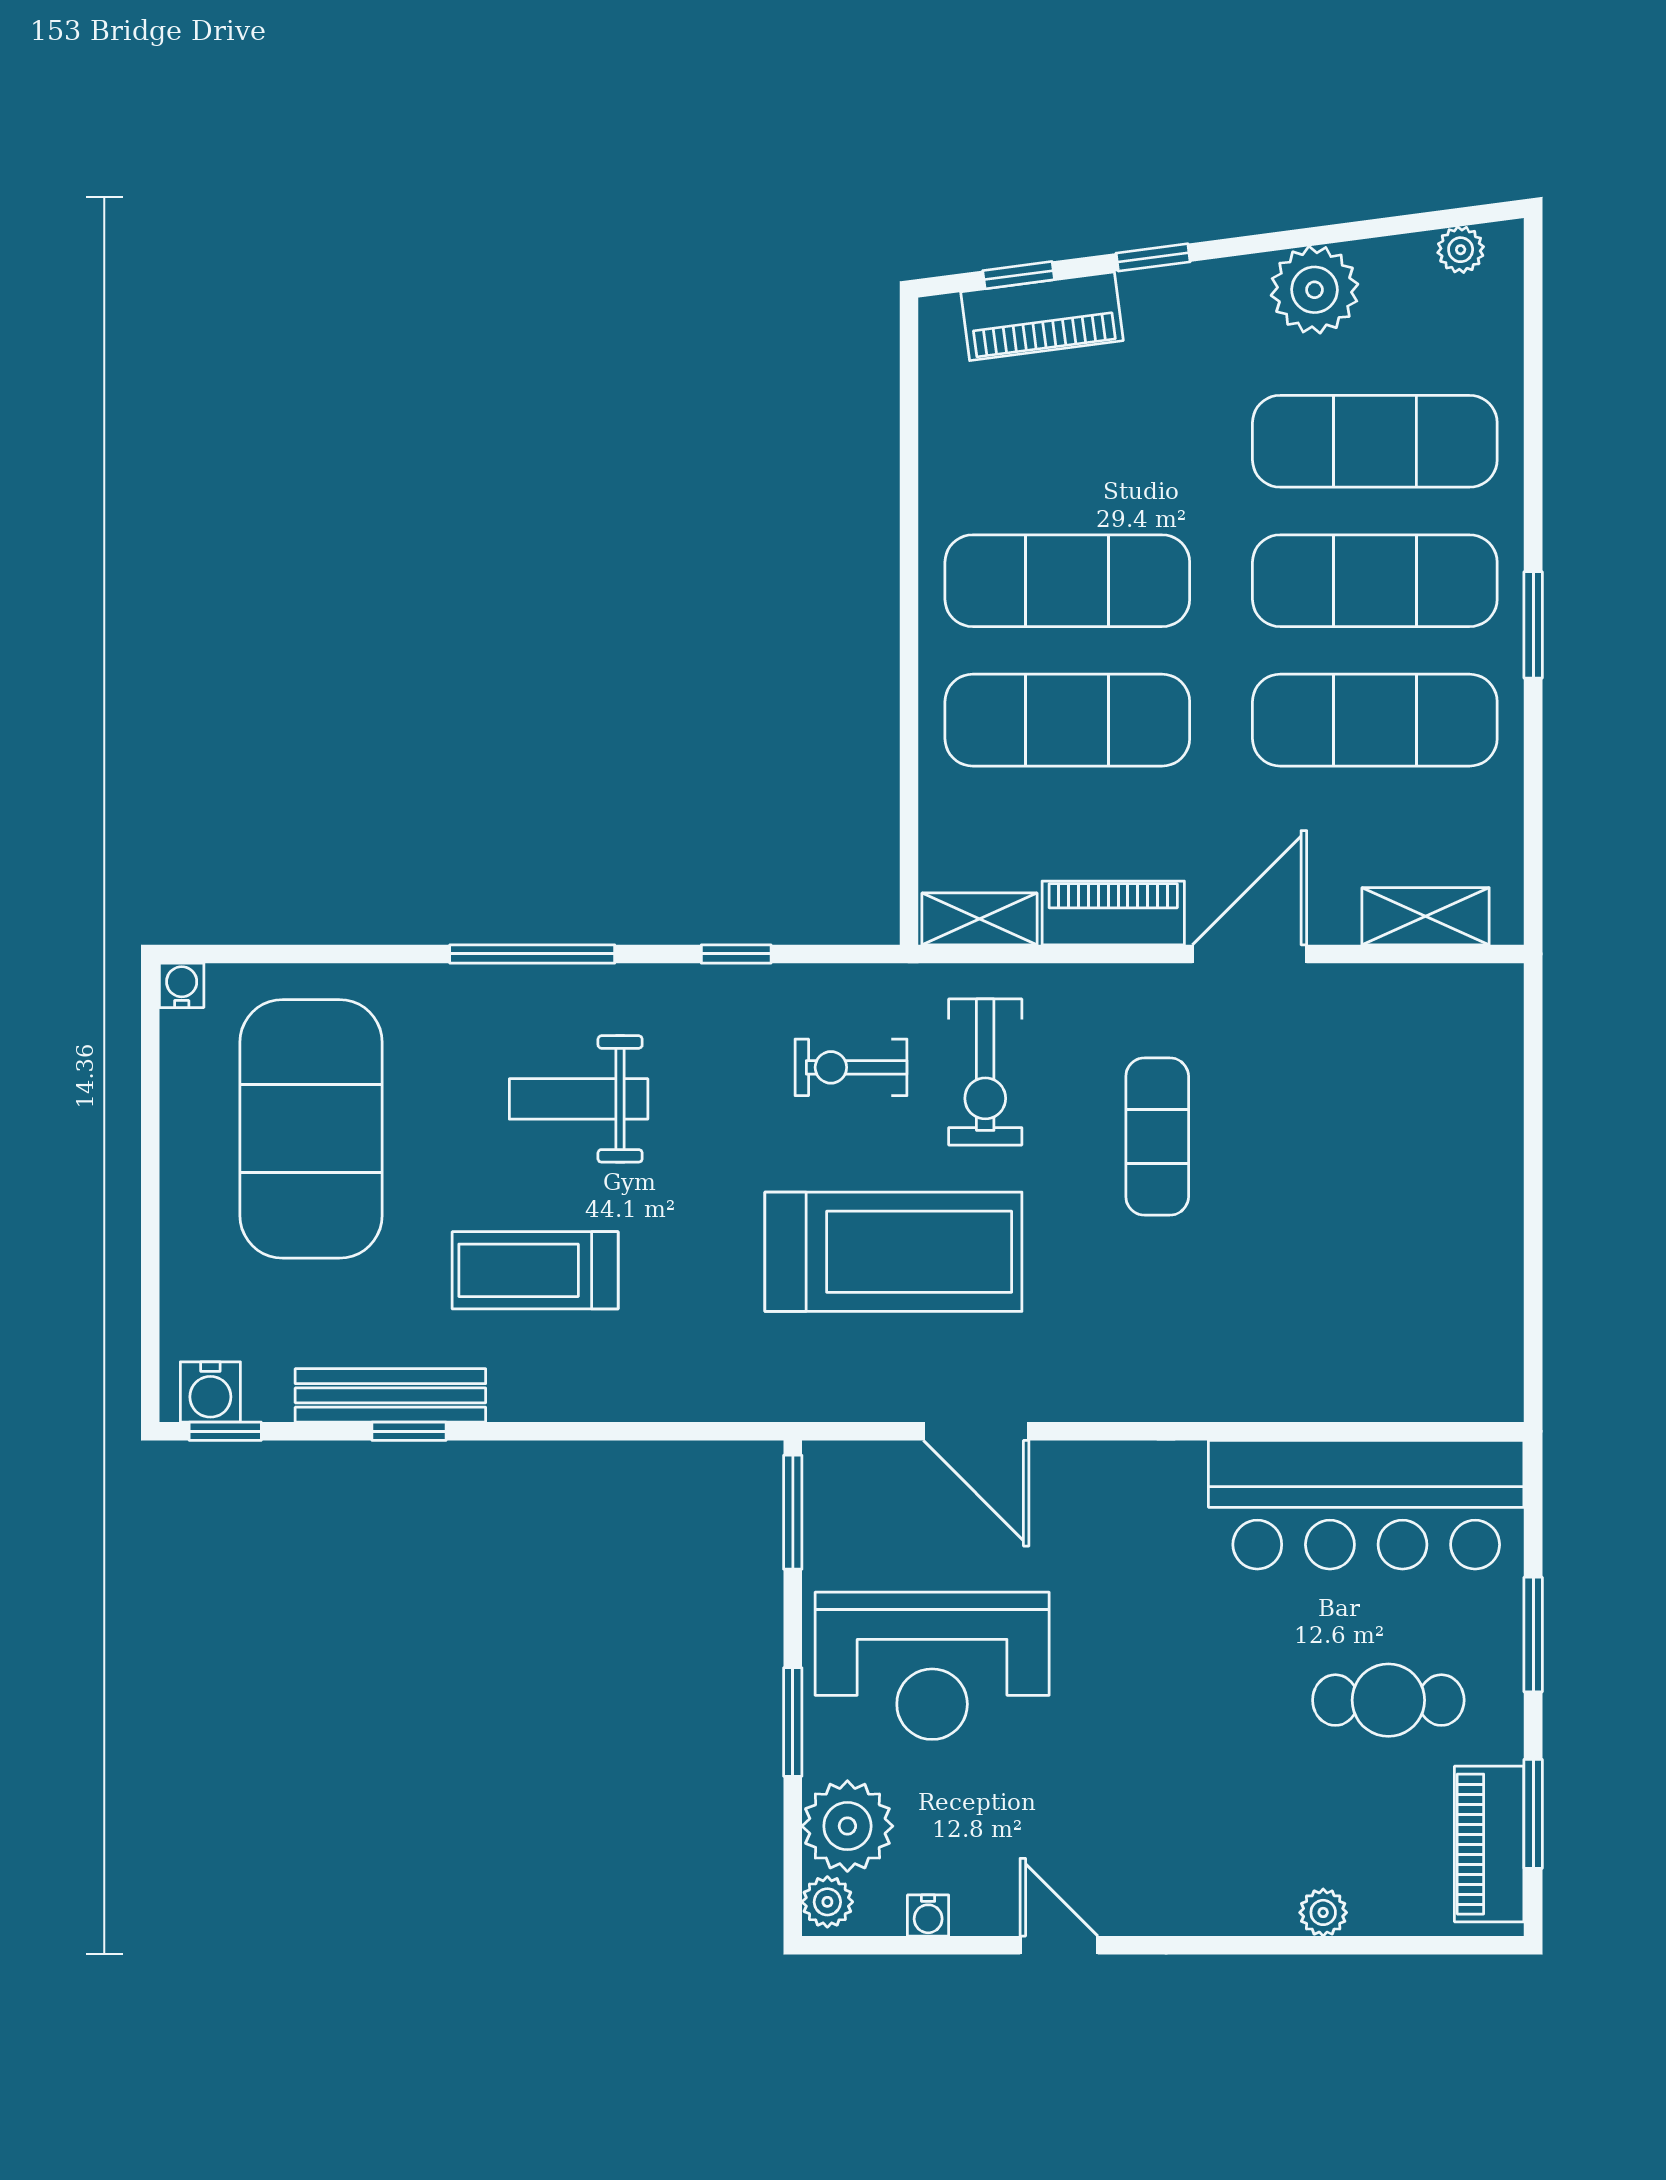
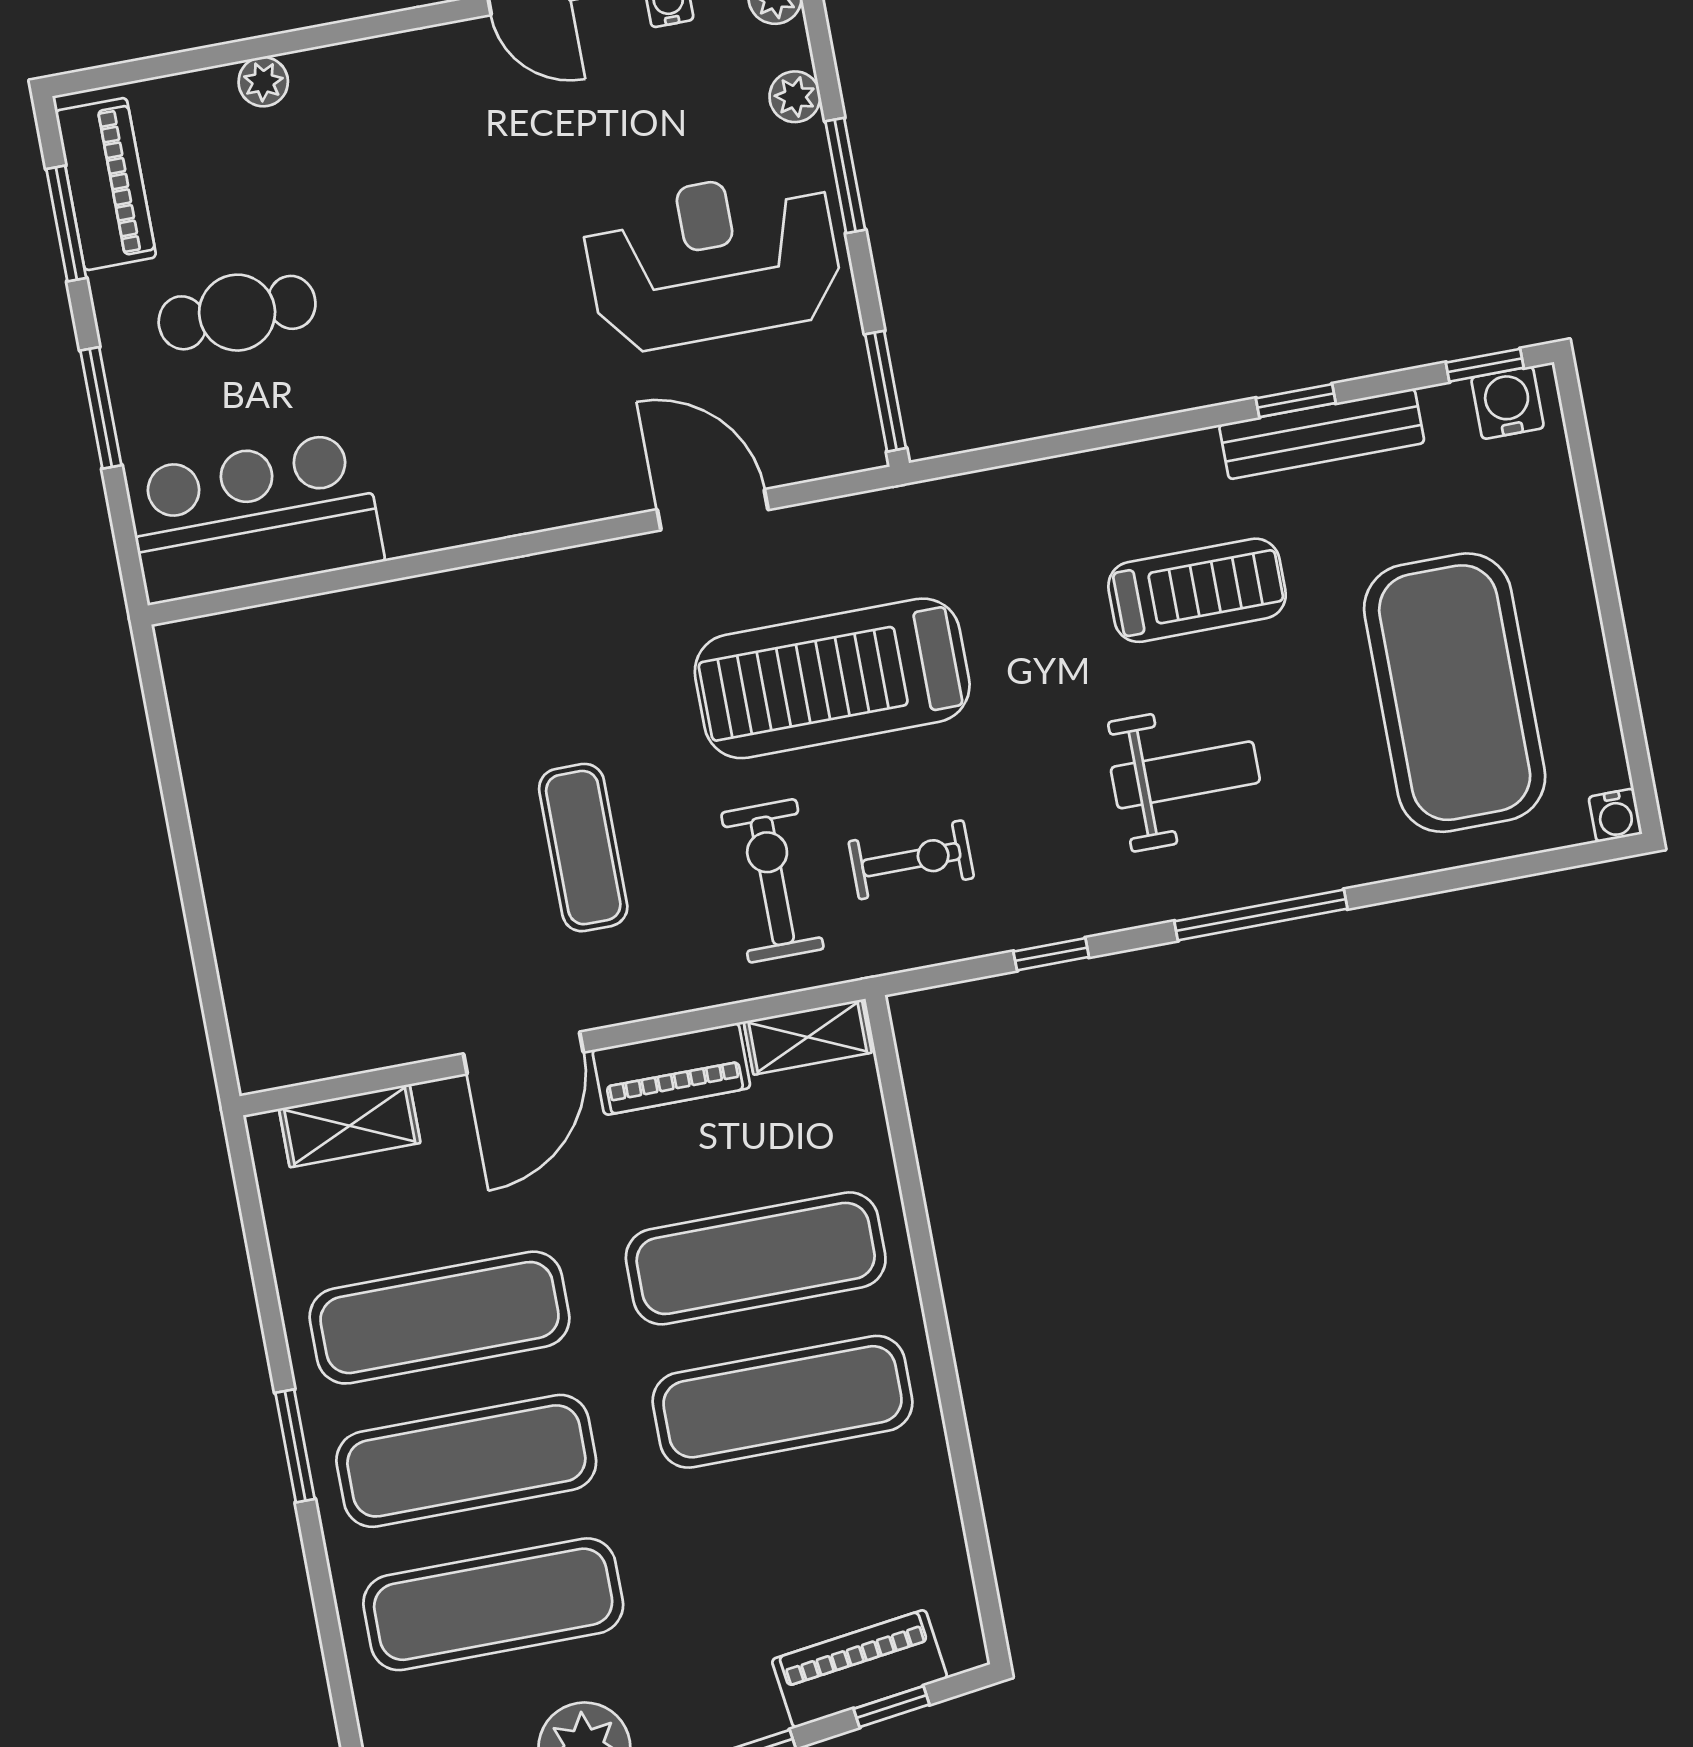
bar counter: (1366, 1505) -> (254, 517), width x0.73
plant: (847, 1826) -> (795, 97), width x0.53, depth x0.53

